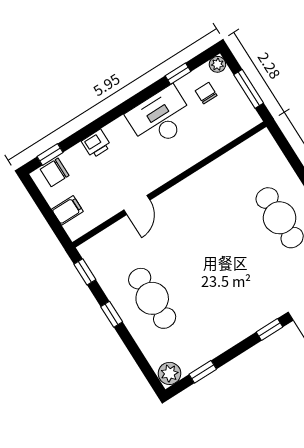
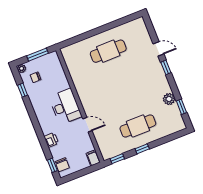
desk: (160, 118) -> (65, 107), moved, turned 180
filing cabinet: (67, 210) -> (93, 158), moved
plant: (170, 373) -> (169, 99), moved

